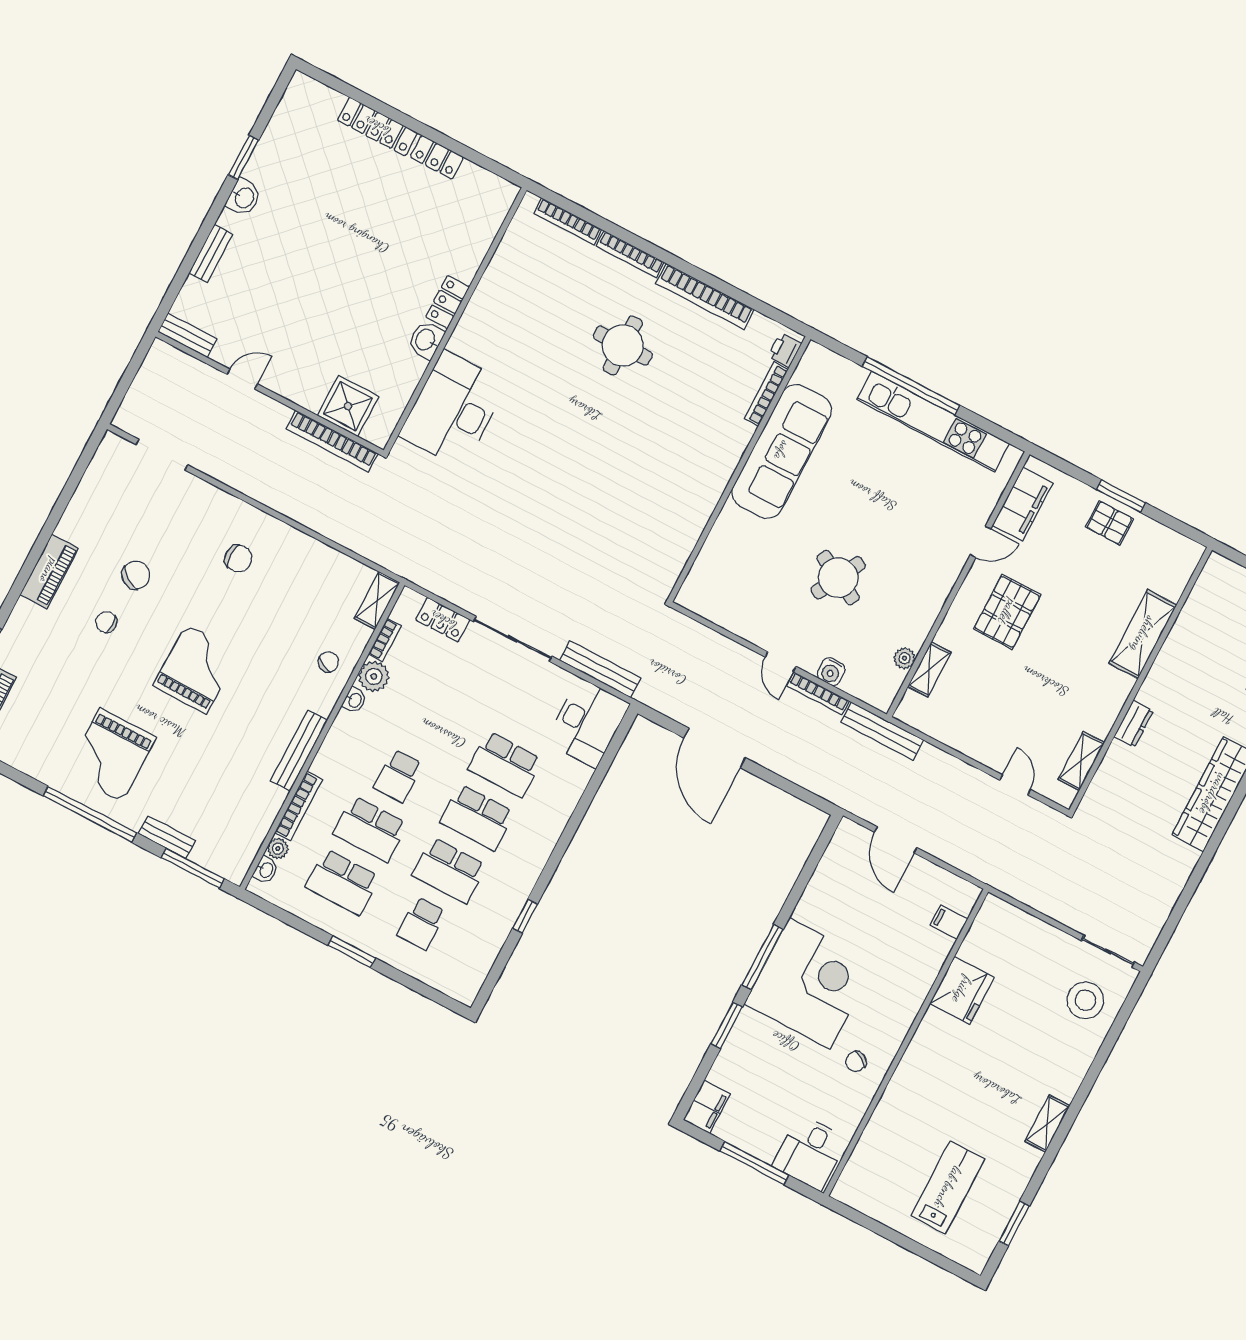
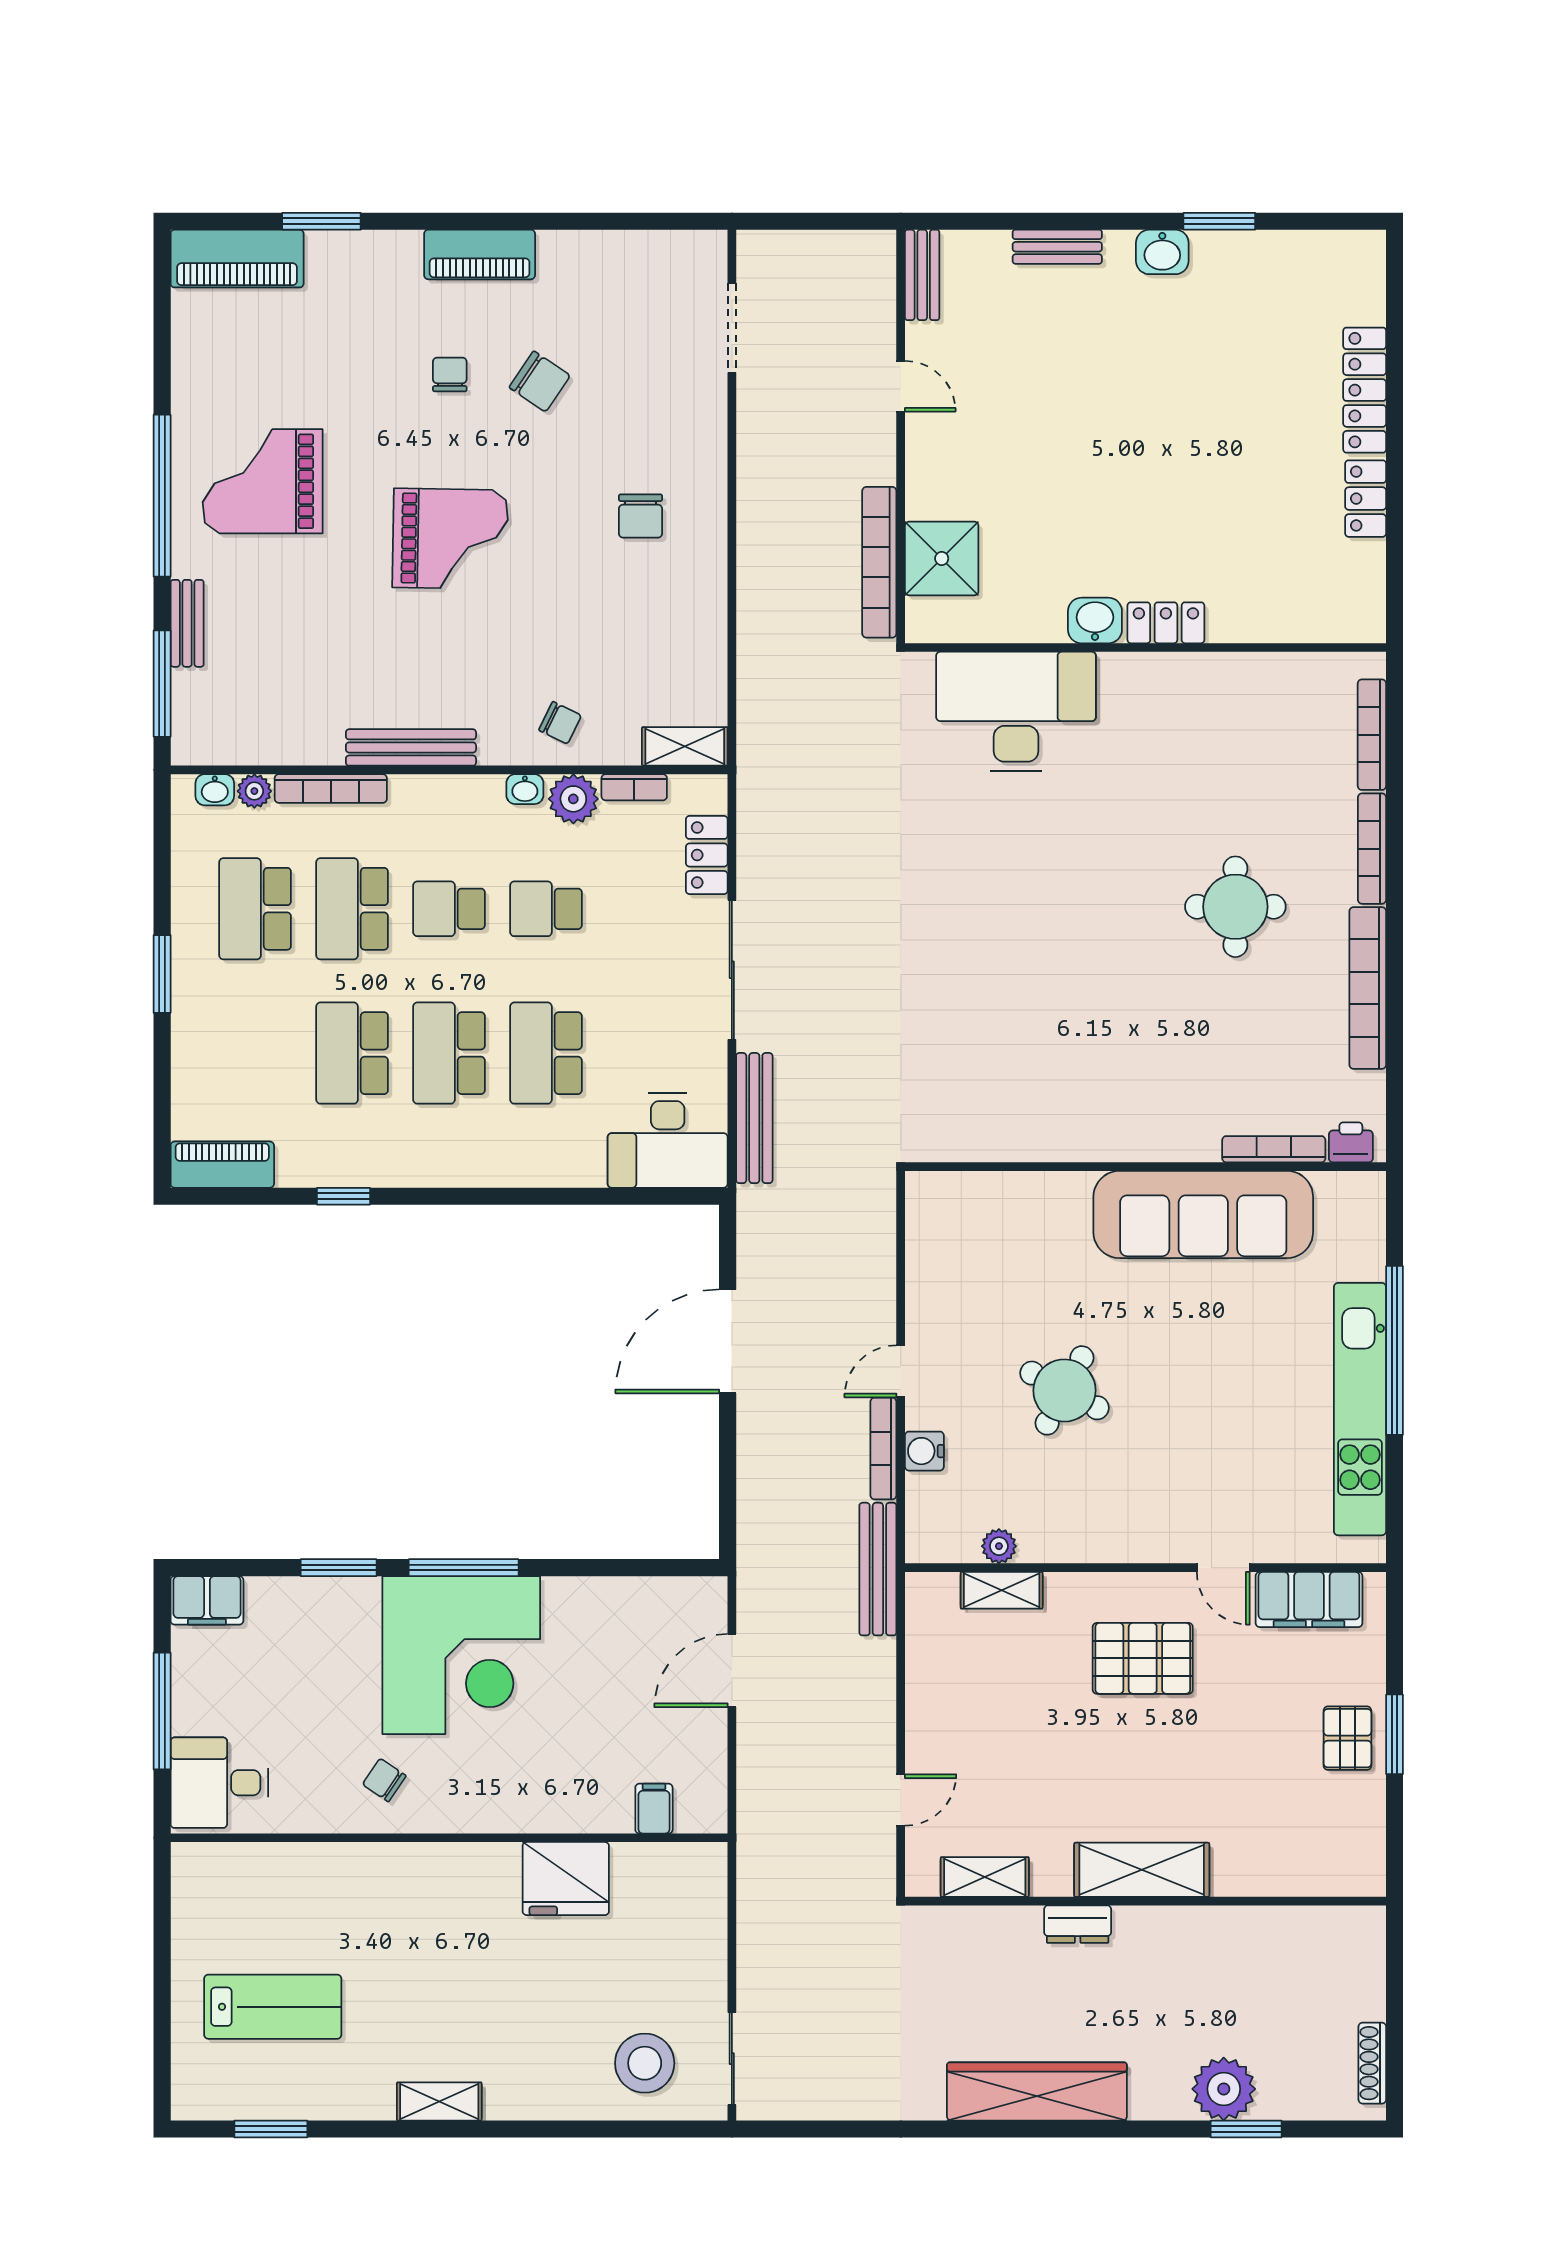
shelving: (1143, 634) -> (1142, 1870), moved
school desk: (421, 923) -> (546, 909), moved
piano: (473, 973) -> (222, 1165), added

